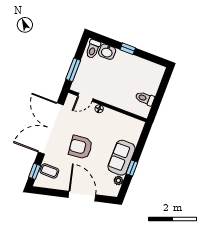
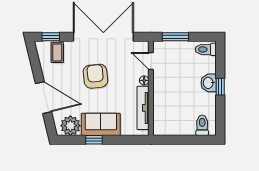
washbasin: (107, 52) -> (209, 83), moved
toilet: (145, 98) -> (202, 125), moved
tv unit: (121, 118) -> (143, 108), added
plant: (118, 181) -> (70, 126), width x1.88, depth x1.88
door: (82, 196) -> (43, 98), hinge flipped

